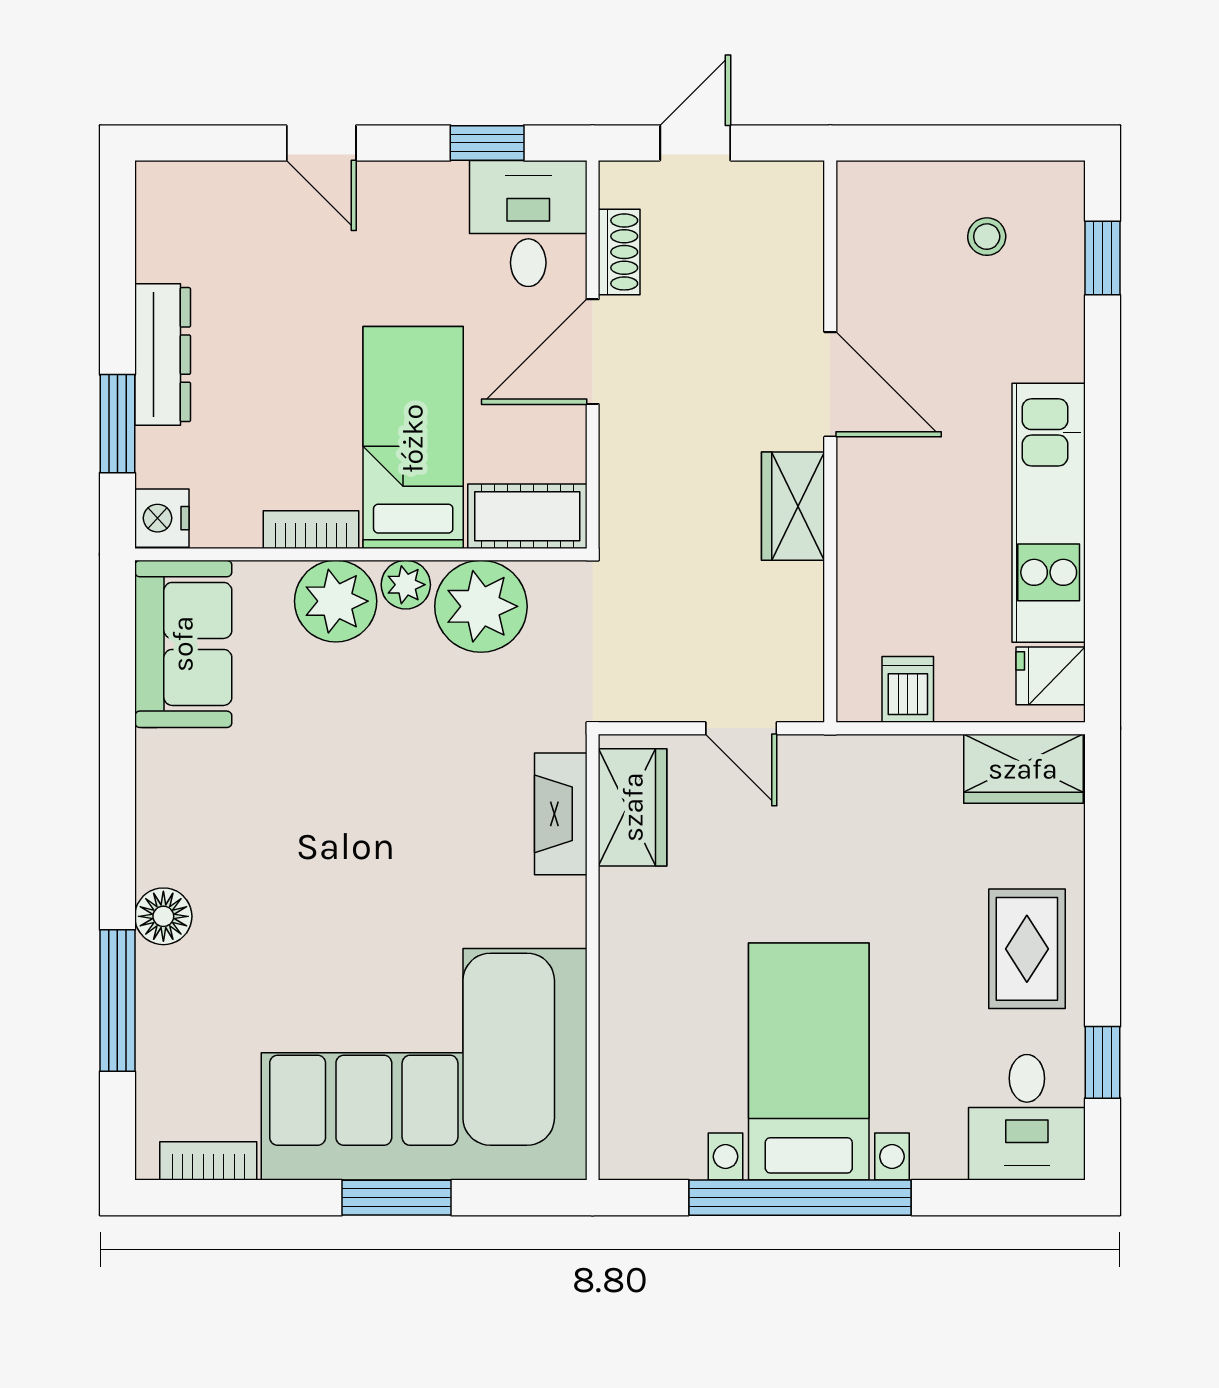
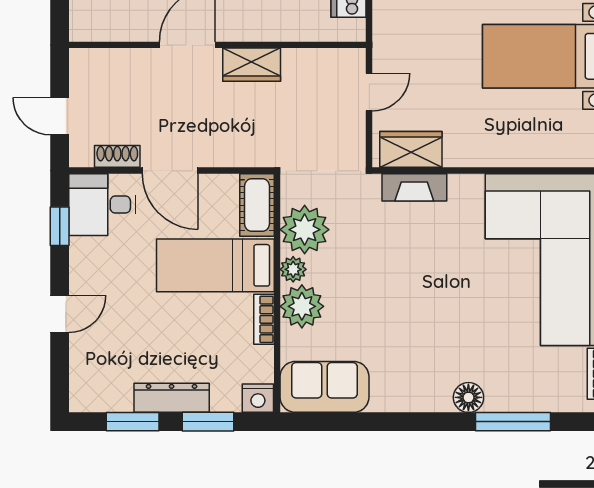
window: (117, 281) -> (133, 422), added

